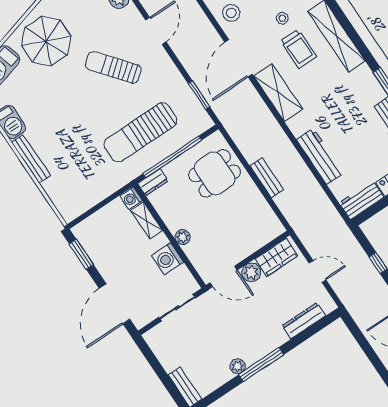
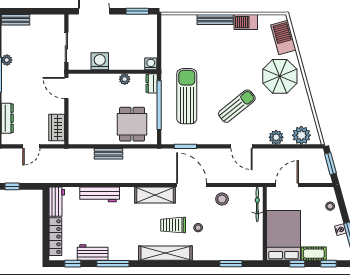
shelving: (147, 221) -> (131, 64), removed
plant: (183, 237) -> (125, 79), moved
plant: (251, 272) -> (58, 106), removed
door: (224, 276) -> (66, 88), hinge flipped

